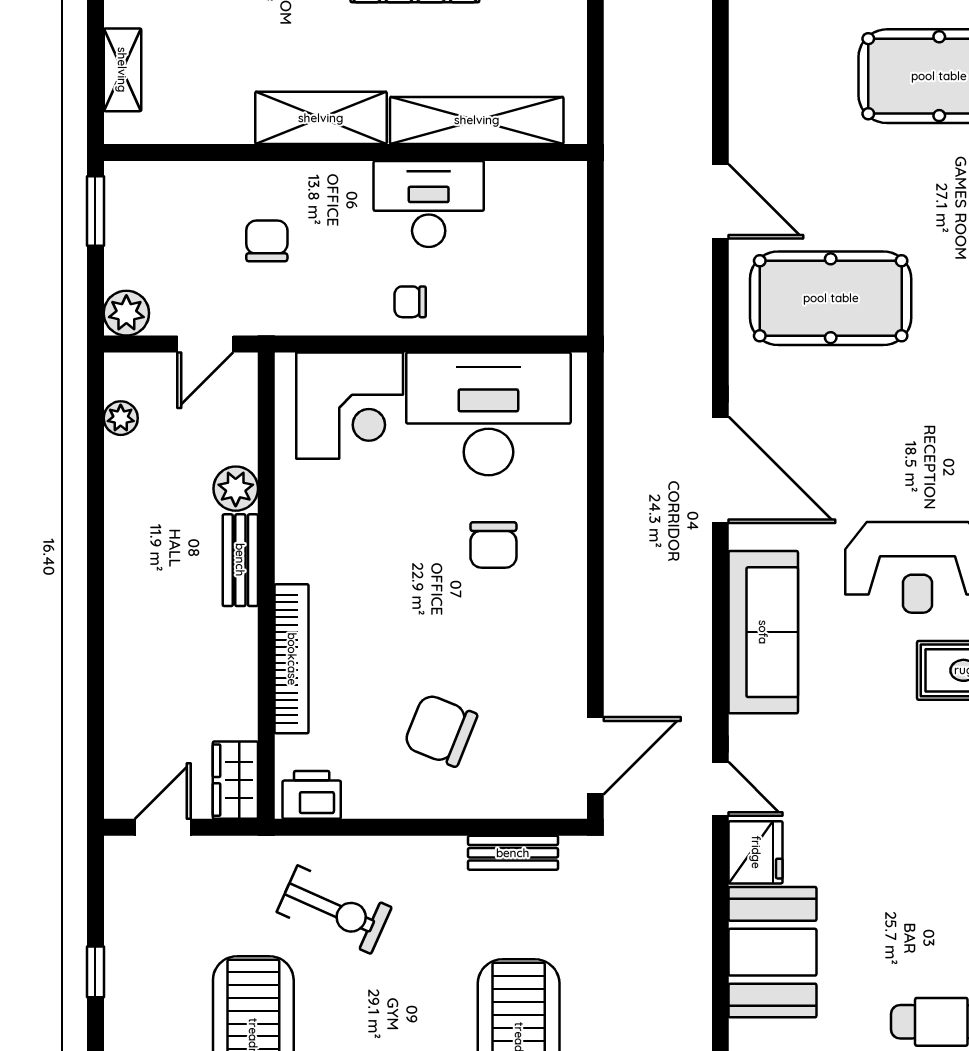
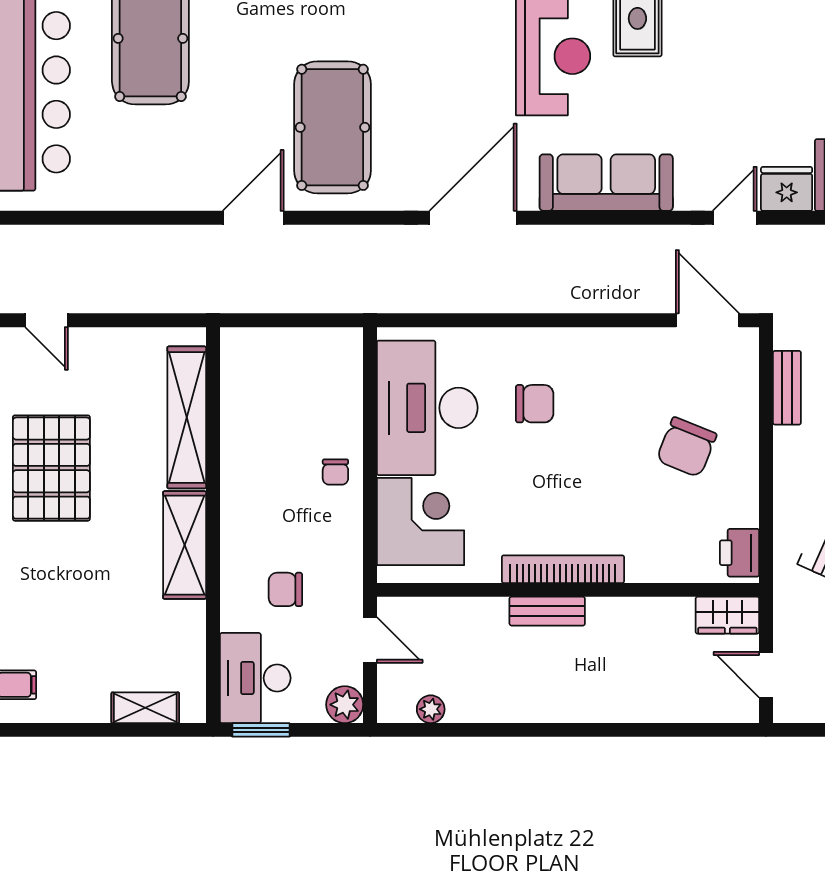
desk: (429, 204) -> (255, 678), moved
plant: (236, 489) -> (488, 615), removed
bookcase: (292, 659) -> (563, 569), moved

